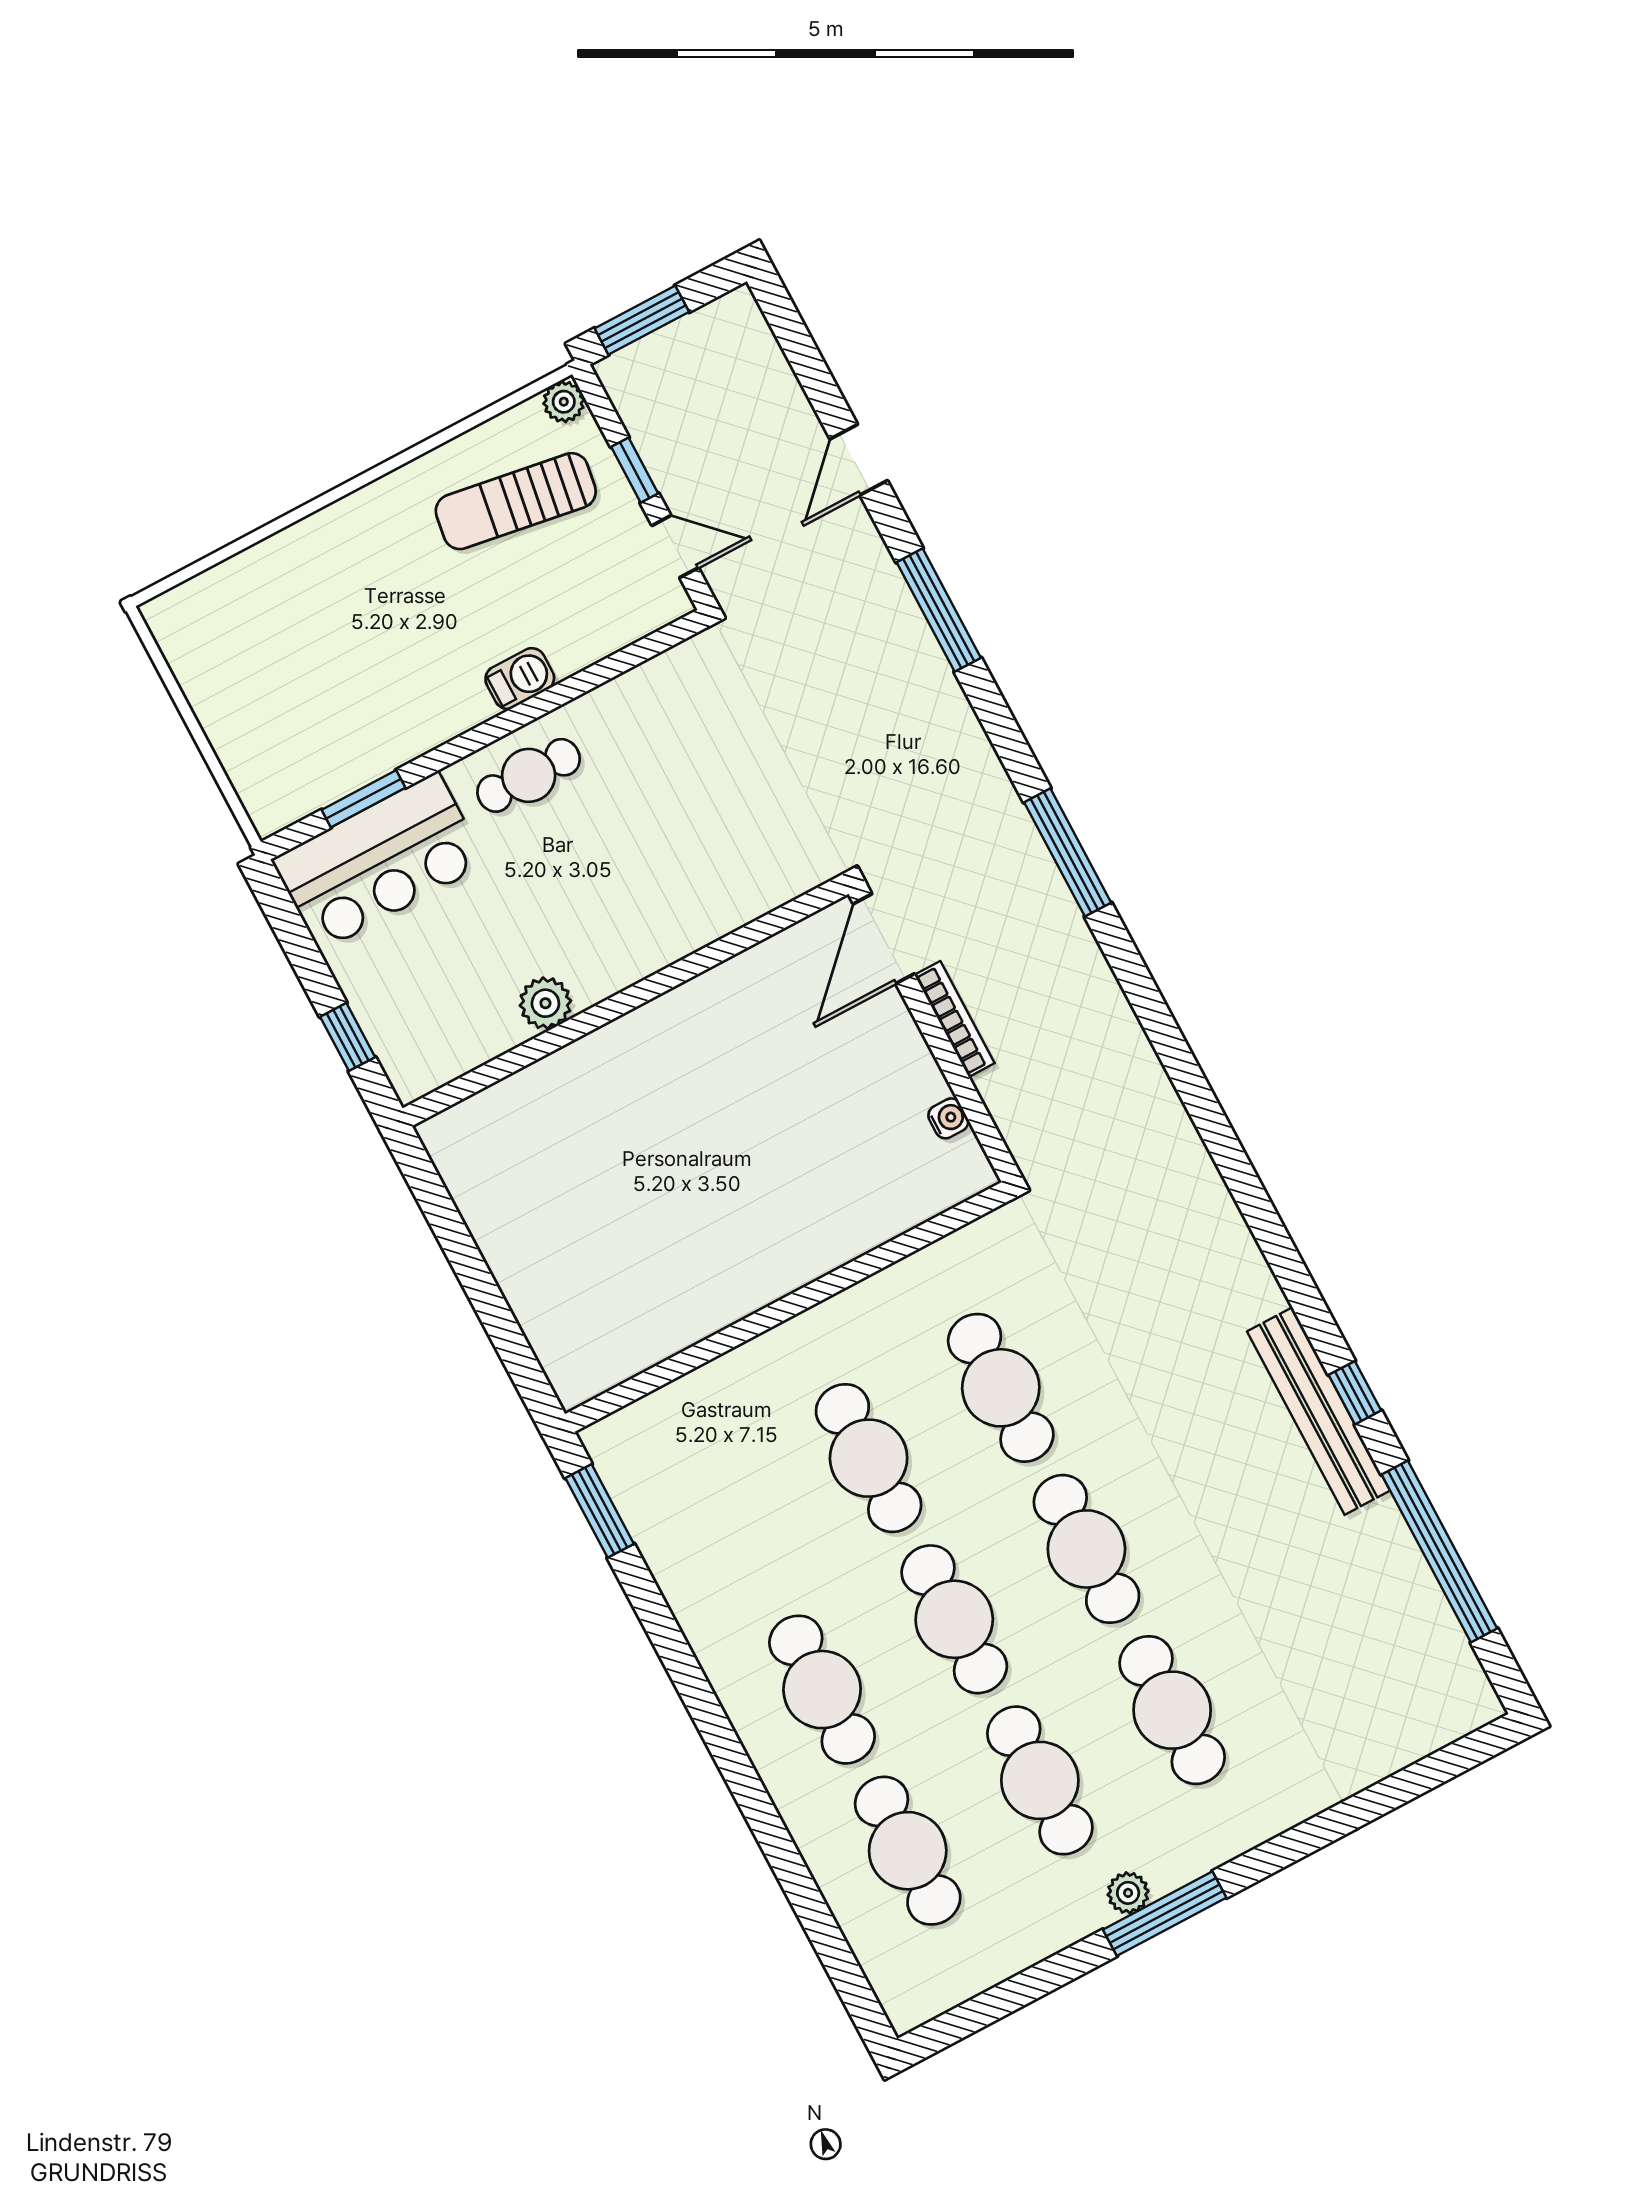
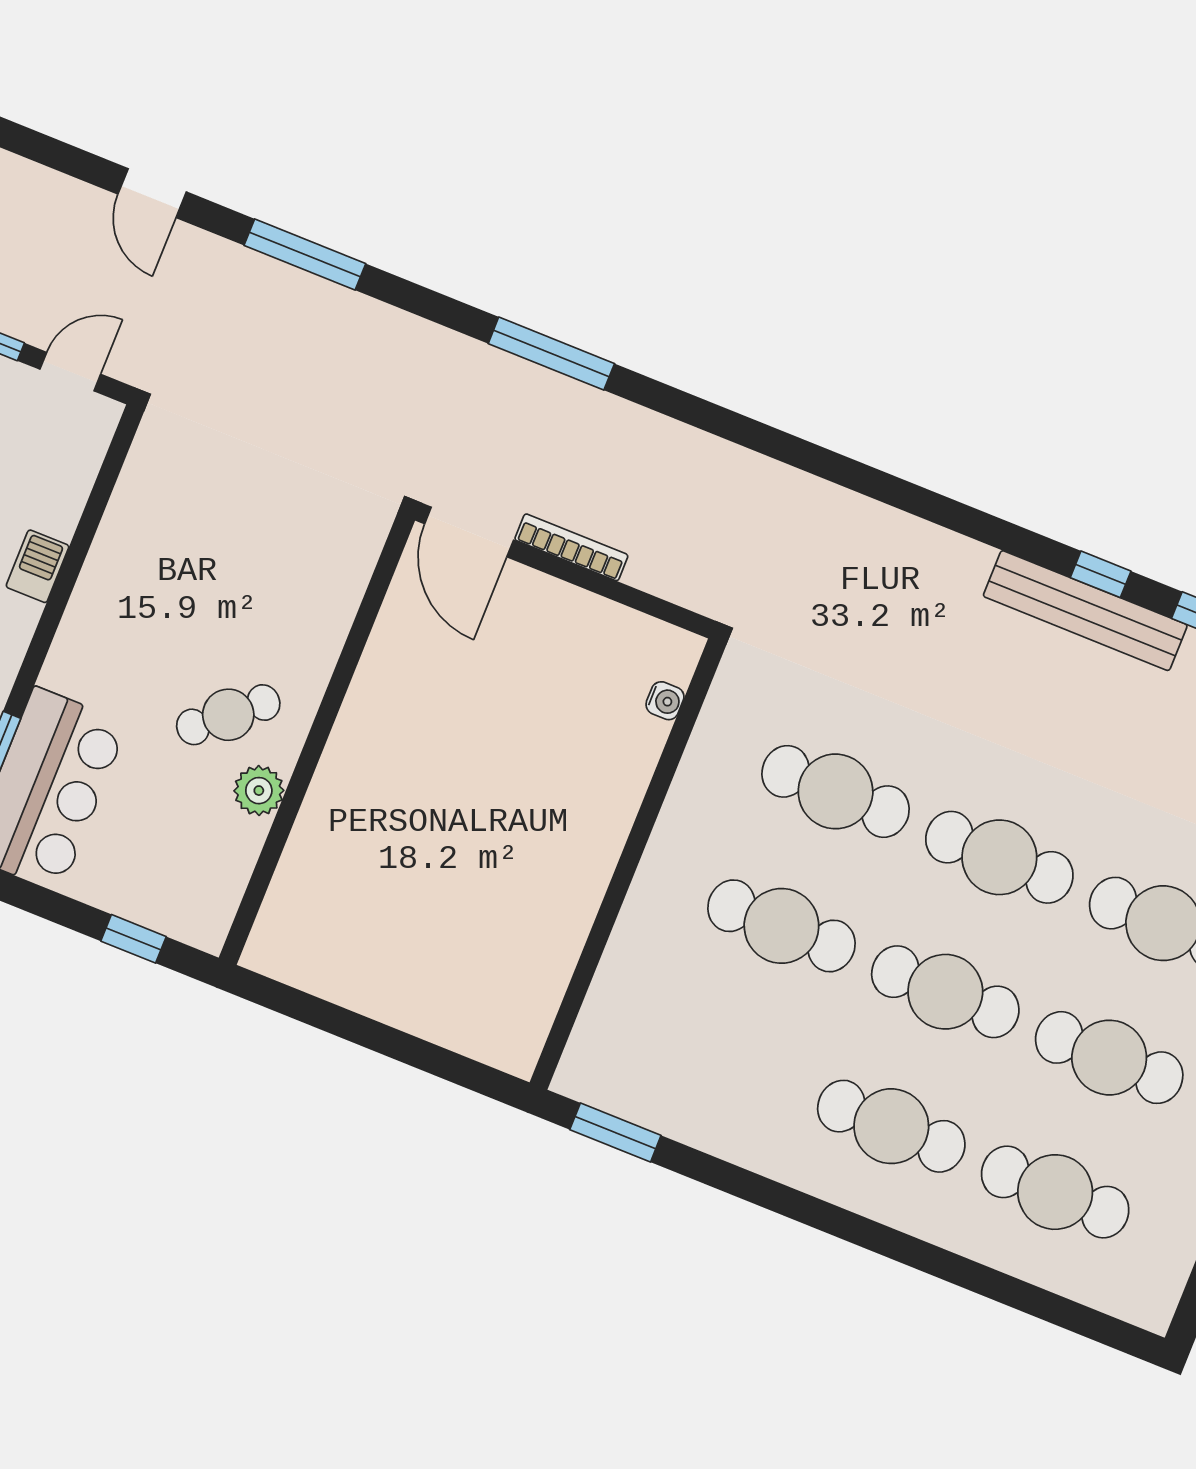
cafe table: (529, 775) -> (228, 715), moved, turned 49
water cooler: (948, 1118) -> (665, 701), moved, turned 90

